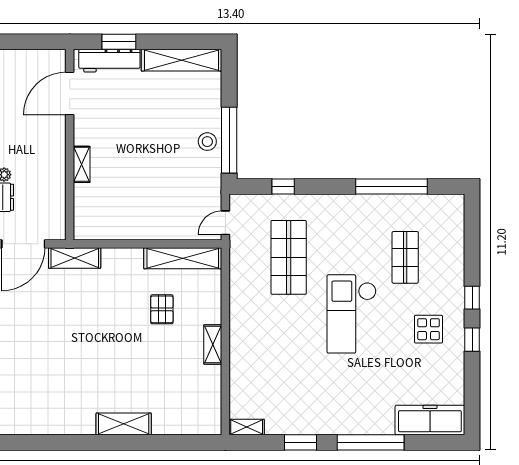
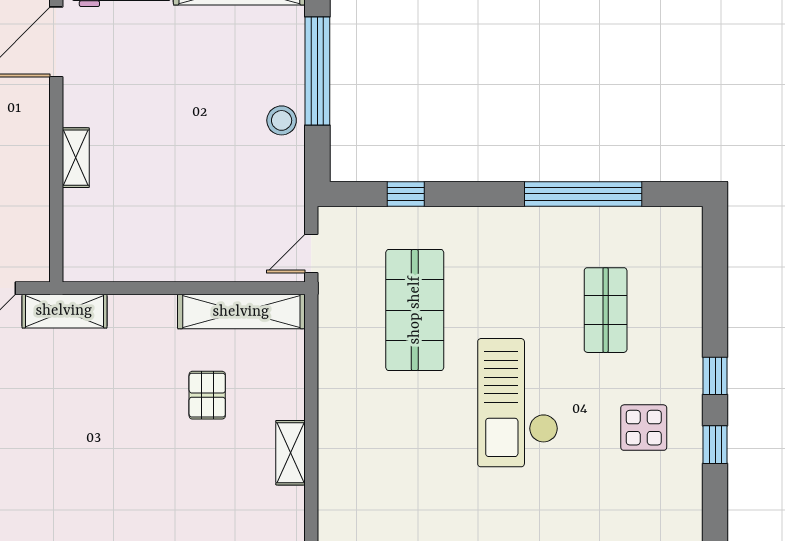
window: (229, 140) -> (317, 71), moved

